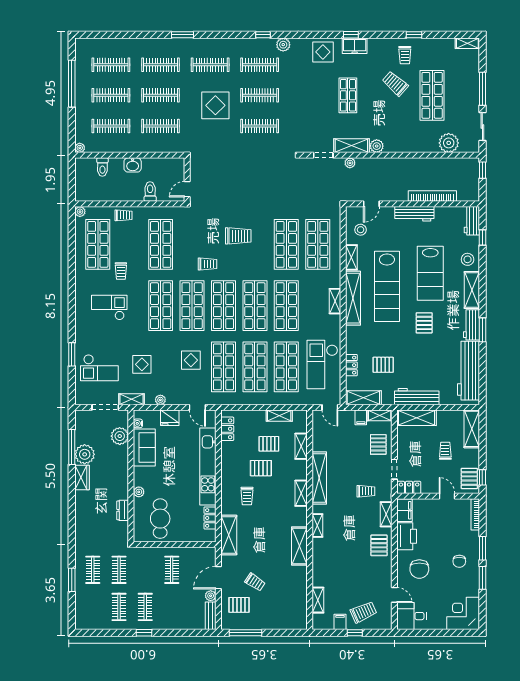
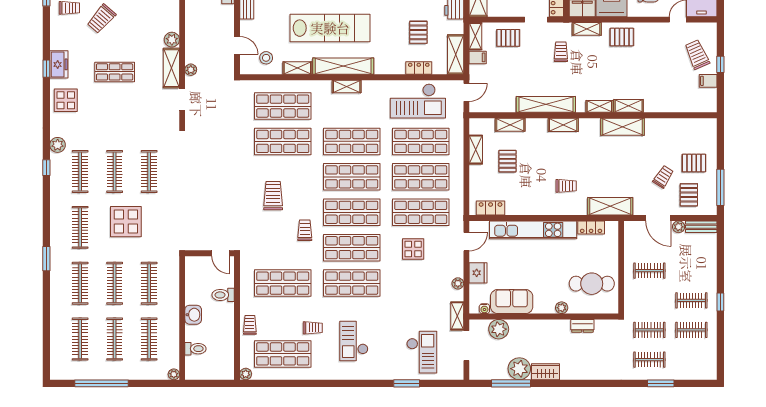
display table: (142, 364) -> (418, 304), removed
pallet: (261, 468) -> (694, 163), moved, turned 90
shelving: (318, 600) -> (629, 106), moved

